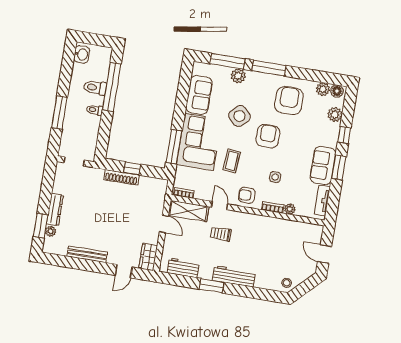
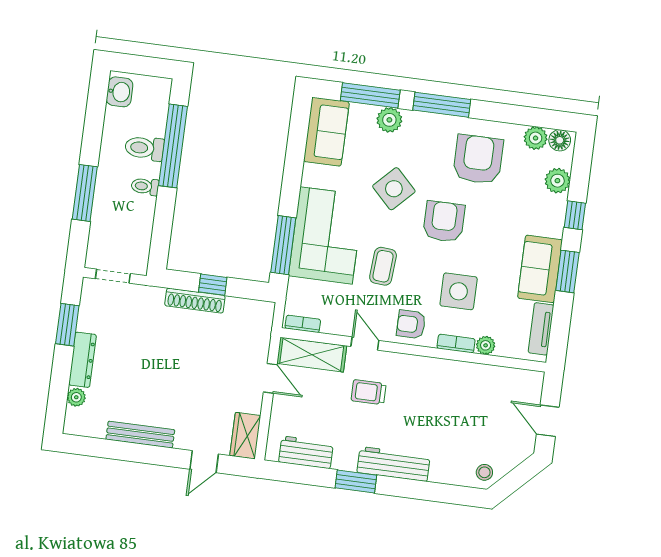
sofa: (199, 95) -> (326, 132), moved
side table: (275, 177) -> (459, 291), width x1.87, depth x1.87
window: (41, 226) -> (67, 325), moved

